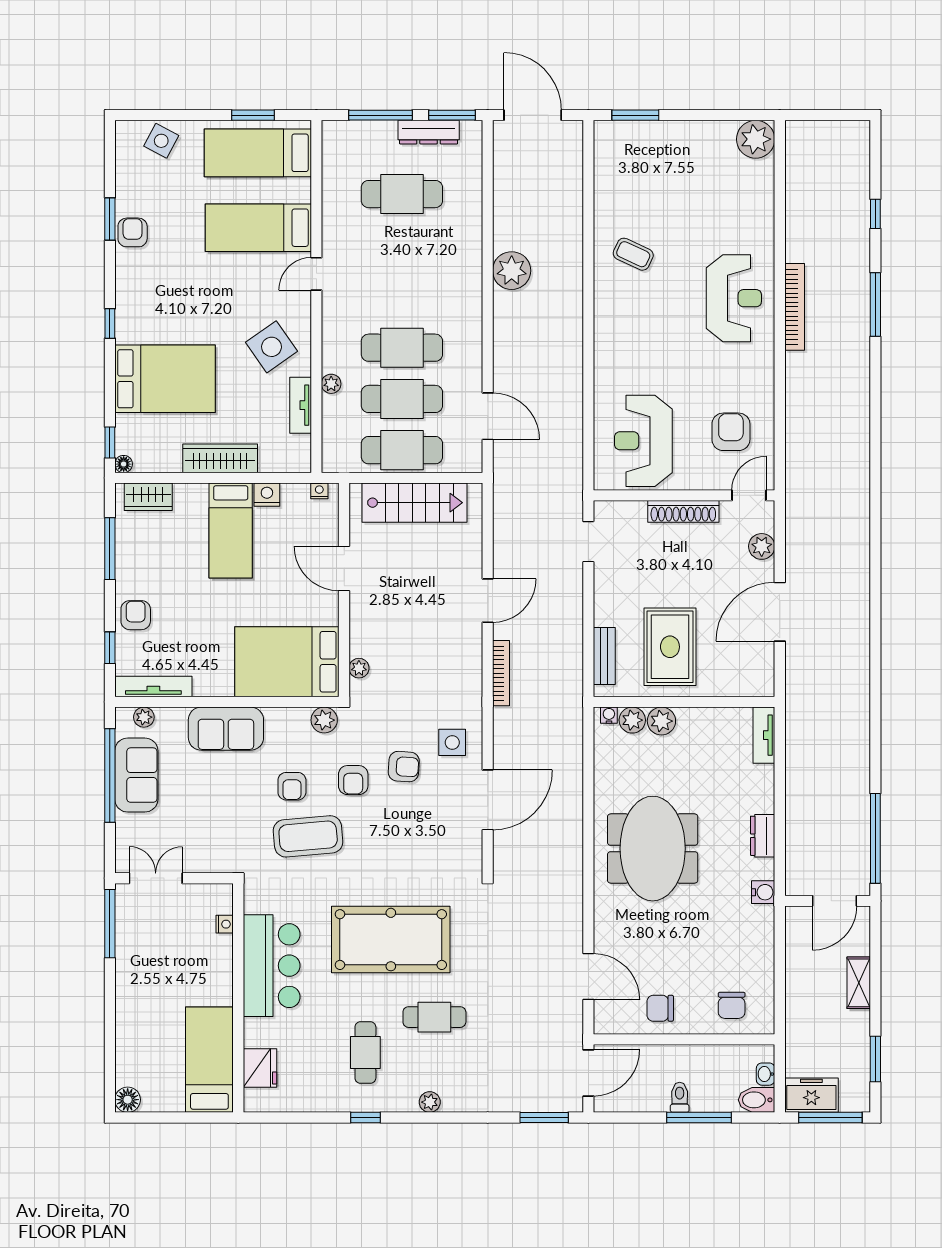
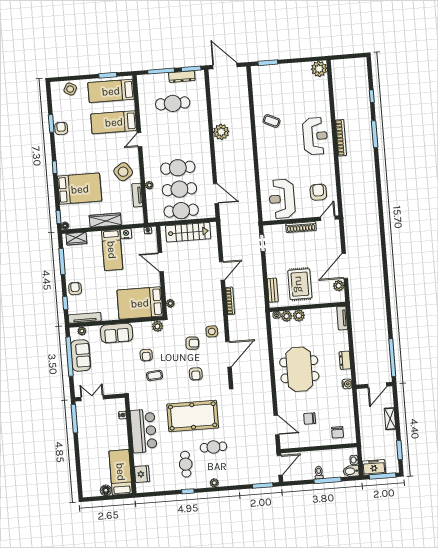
plant: (762, 546) -> (339, 286), moved
armchair: (353, 780) -> (196, 374), moved
coffee table: (308, 836) -> (155, 375), width x0.54, depth x0.58
chair: (660, 1008) -> (310, 419), moved
floor lamp: (128, 1100) -> (106, 490), moved

